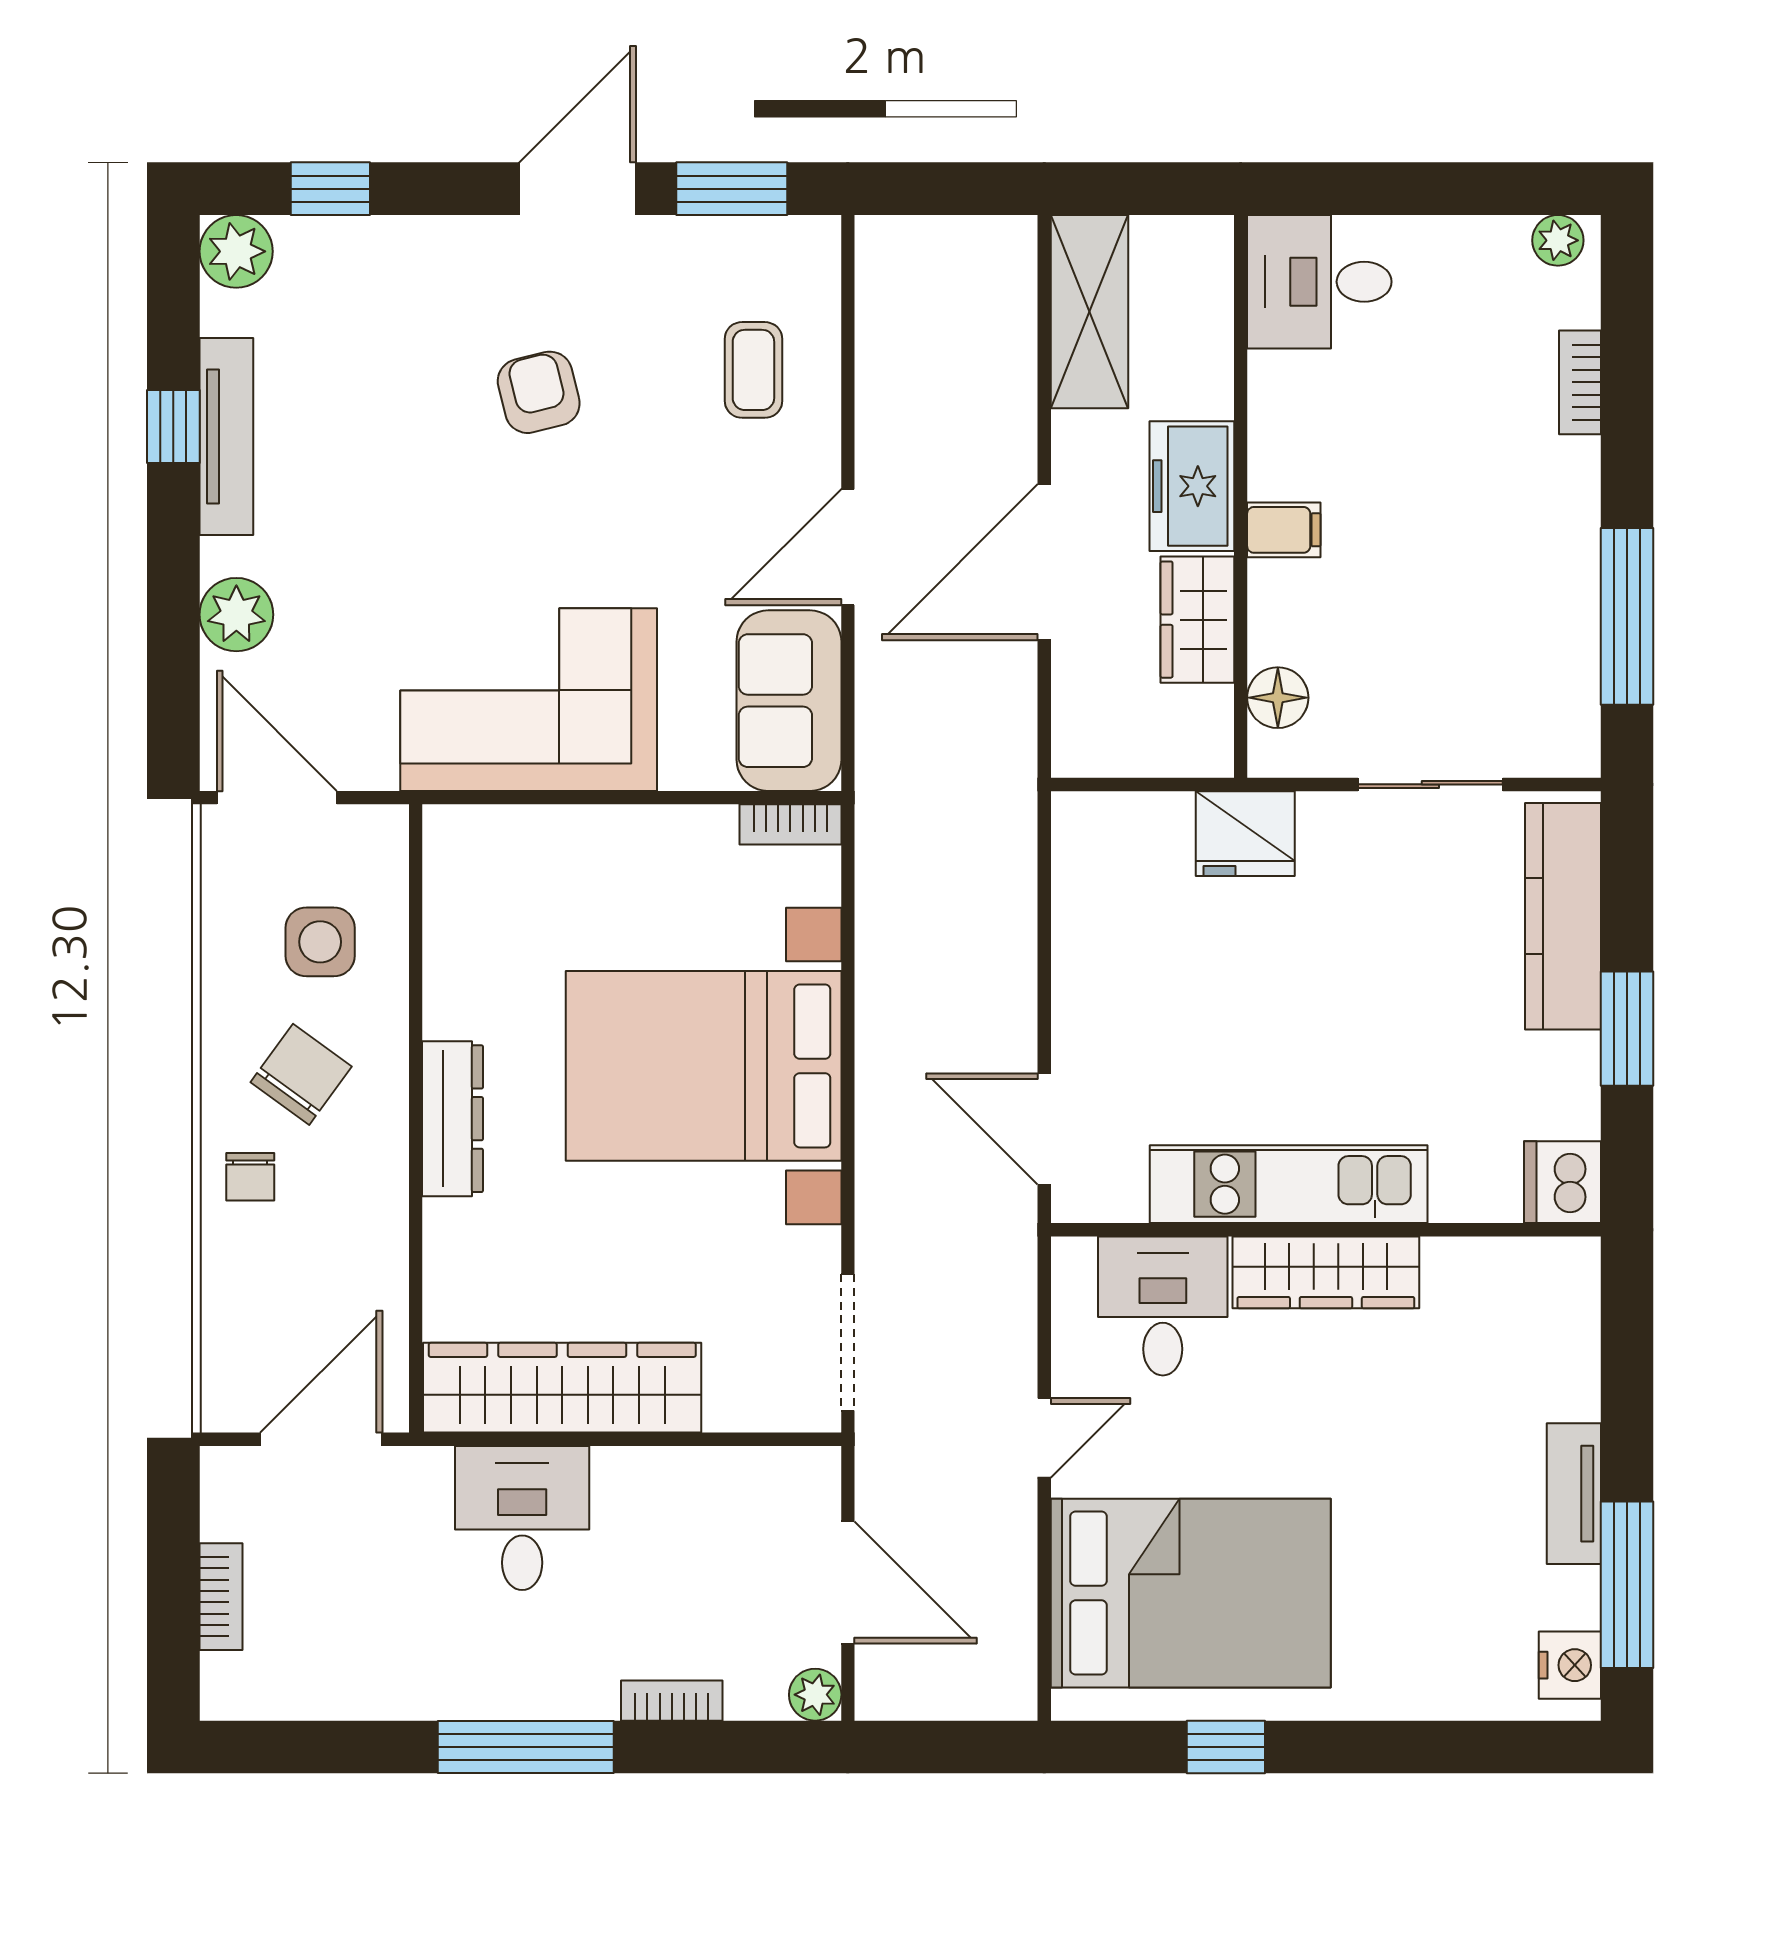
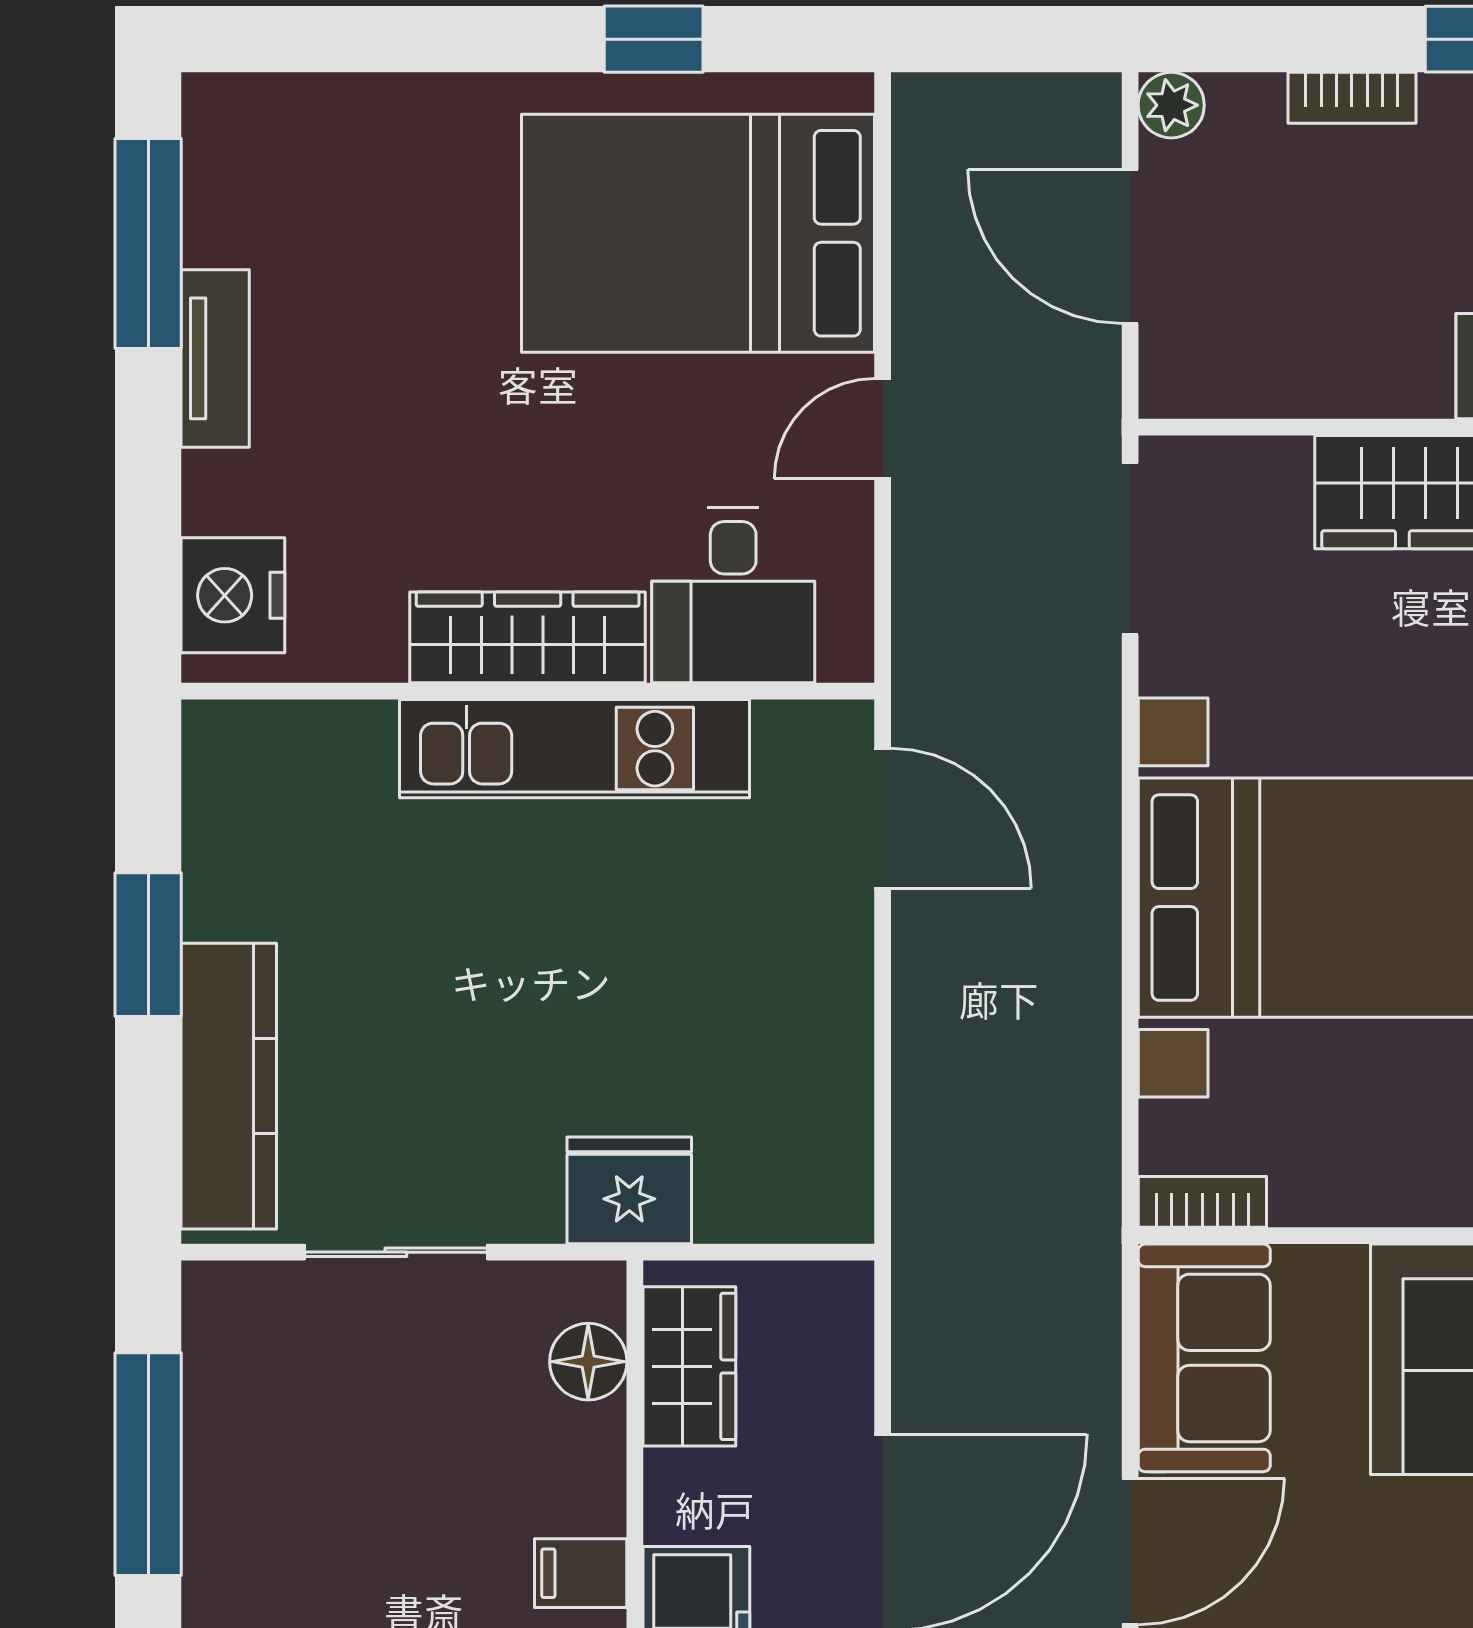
wardrobe: (1197, 620) -> (689, 1366), moved
dishwasher: (1562, 1182) -> (229, 751), removed
nightstand: (1570, 1665) -> (233, 595), moved, width x1.36, depth x1.33

